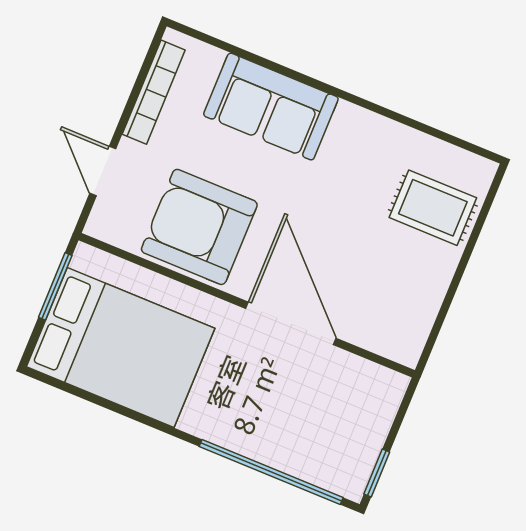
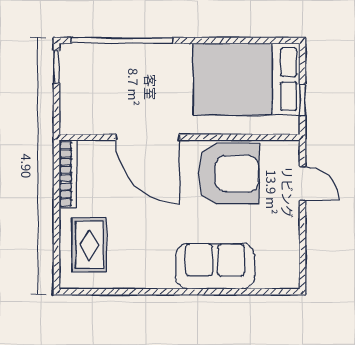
bookcase: (154, 92) -> (68, 174), moved, turned 180
rug: (433, 208) -> (89, 245), turned 90
window: (55, 286) -> (302, 100), width x0.67

